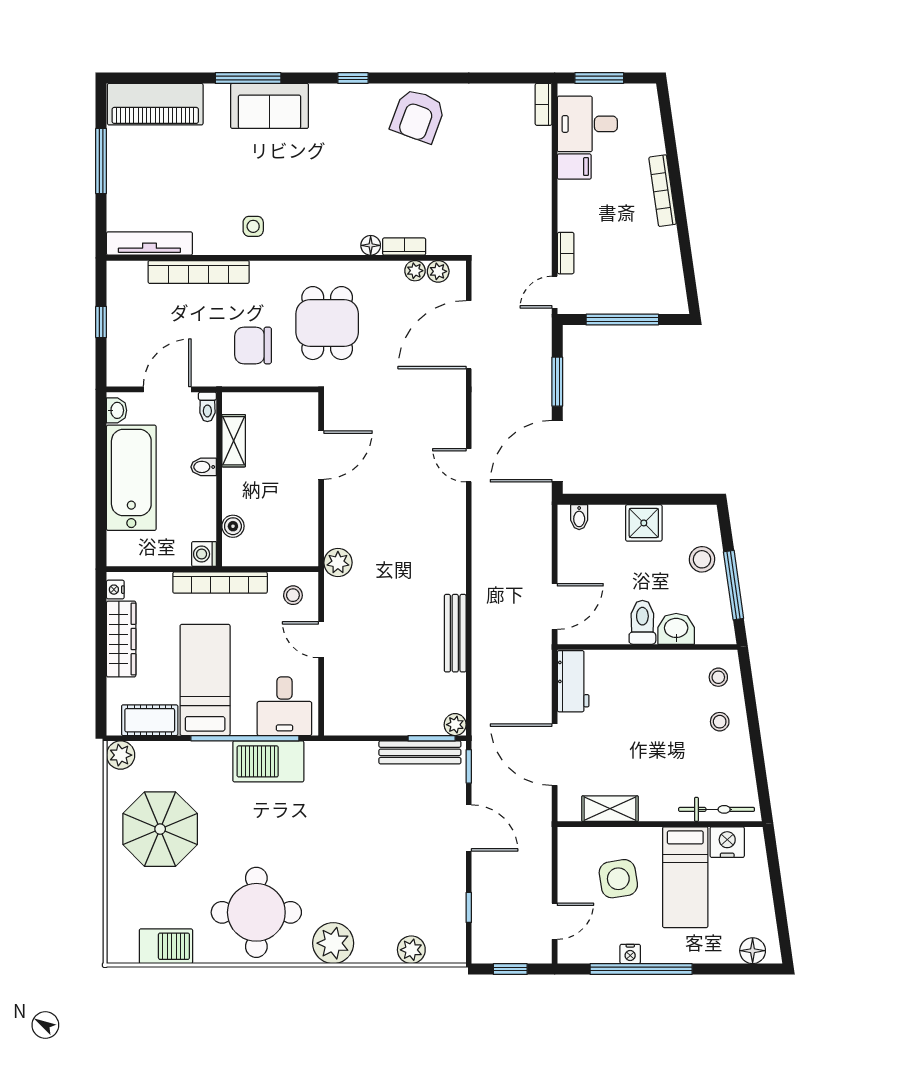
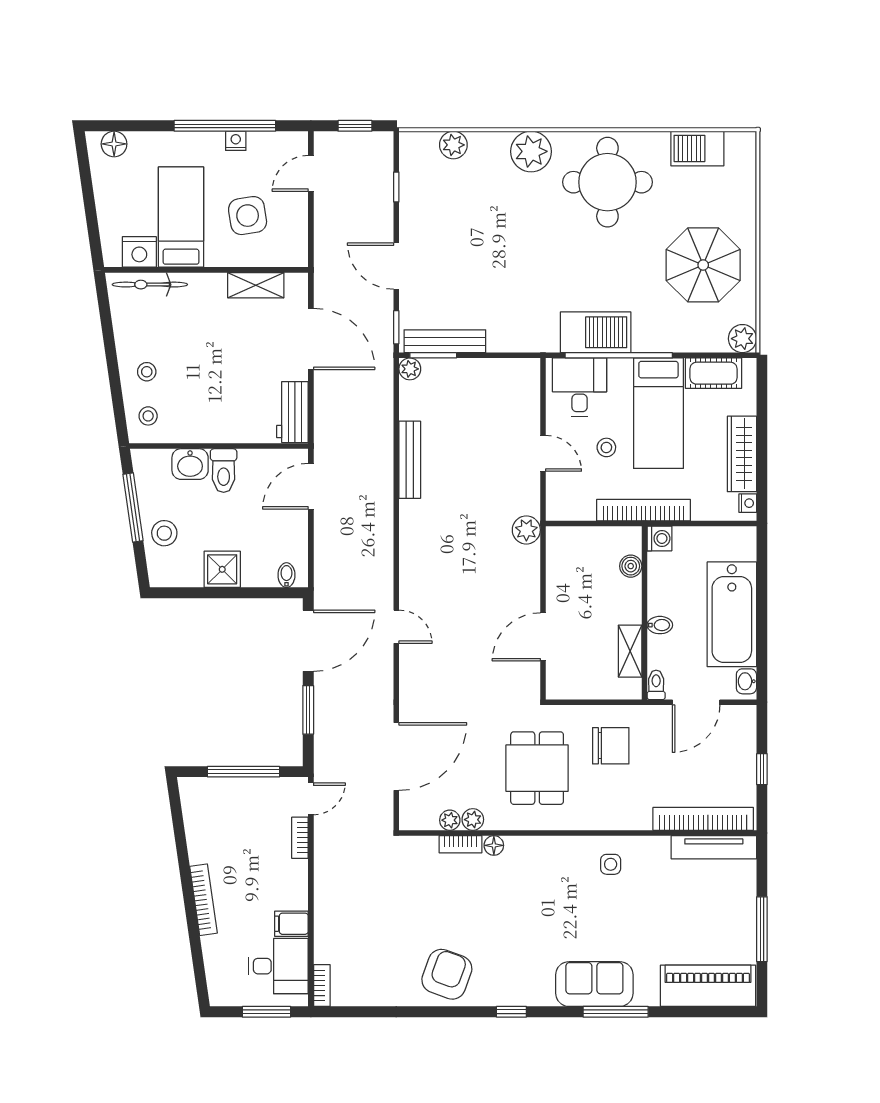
plant: (438, 271) -> (473, 820), moved
bookcase: (199, 272) -> (703, 819), moved
stool: (293, 595) -> (606, 447), moved

